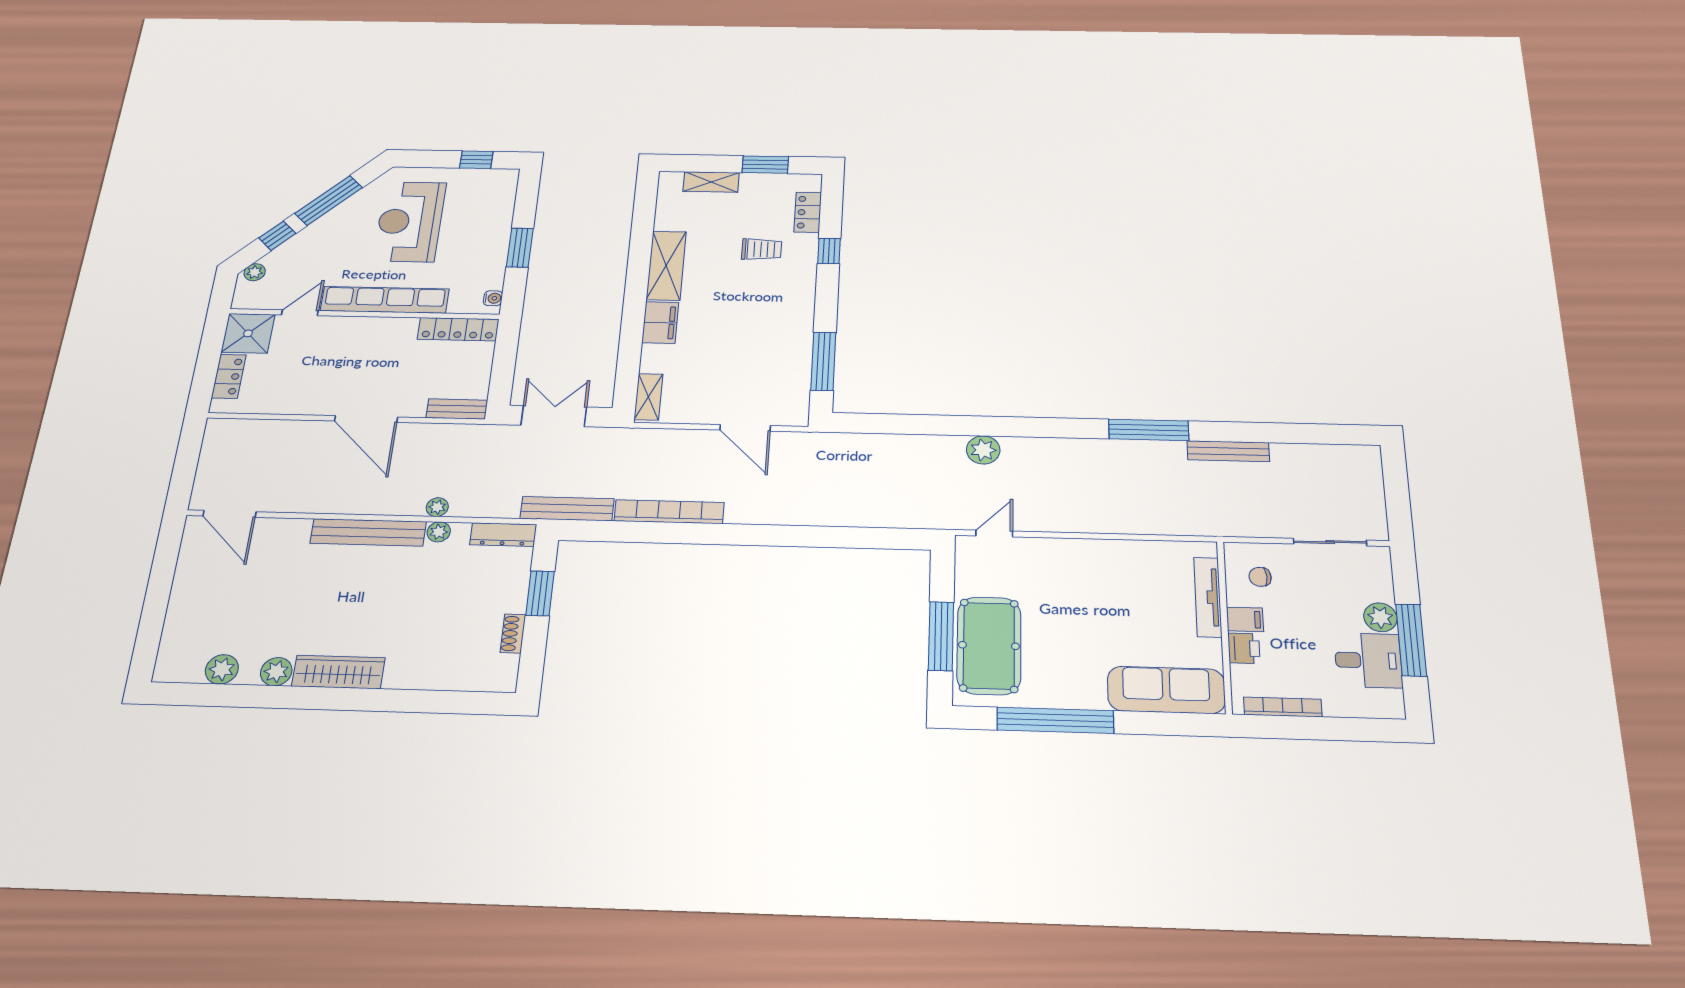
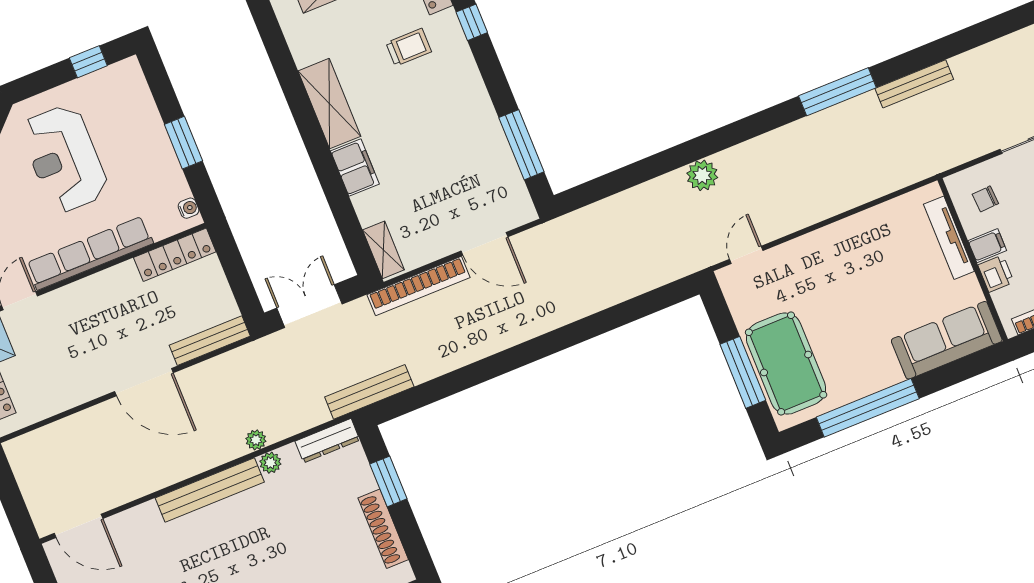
bench: (457, 409) -> (210, 341), width x1.36
bookcase: (669, 512) -> (419, 286), moved, turned 180
shoe rack: (513, 634) -> (383, 529), width x1.94, depth x1.24

